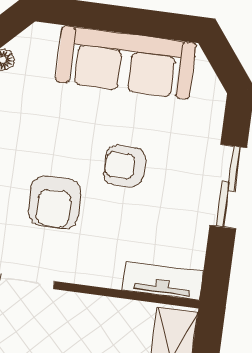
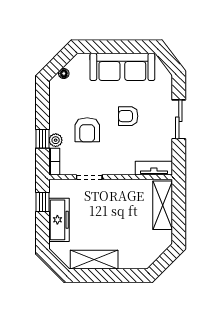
armchair: (55, 202) -> (87, 130), moved

